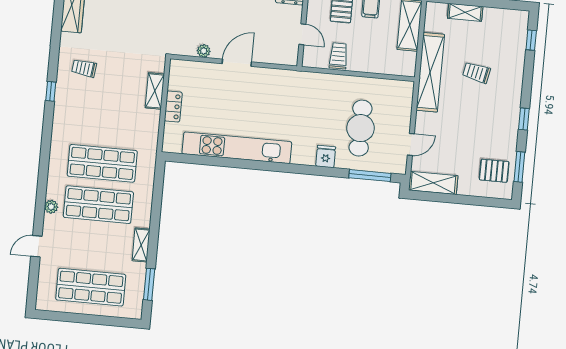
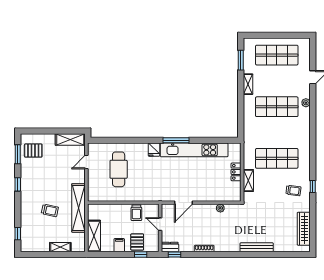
door: (237, 63) -> (184, 203), moved
window: (51, 91) -> (313, 187), moved
fridge: (326, 156) -> (154, 150), moved
shop shelf: (102, 163) -> (277, 158), moved
window: (370, 176) -> (176, 140), moved

